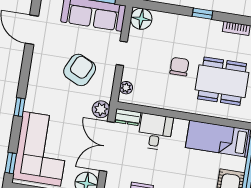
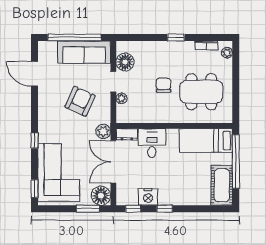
floor lamp: (141, 19) -> (125, 62), moved
plant: (126, 88) -> (121, 98), moved

